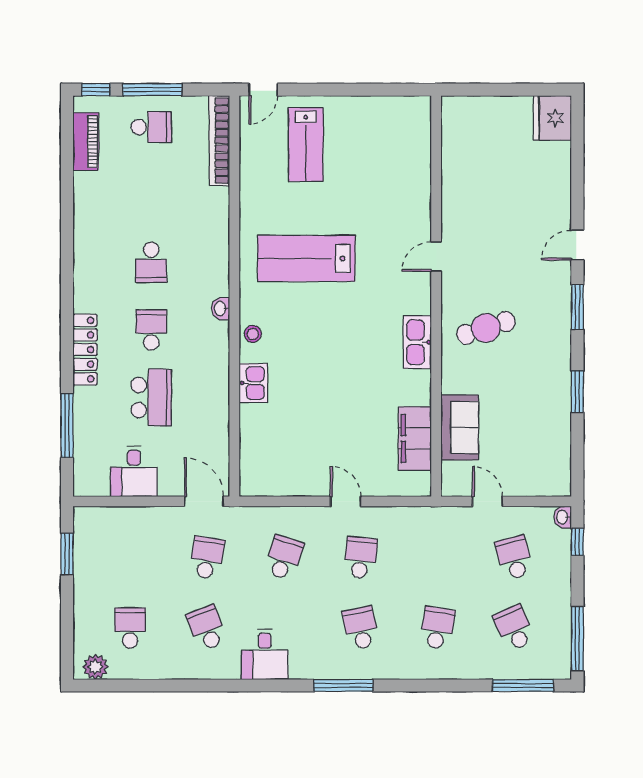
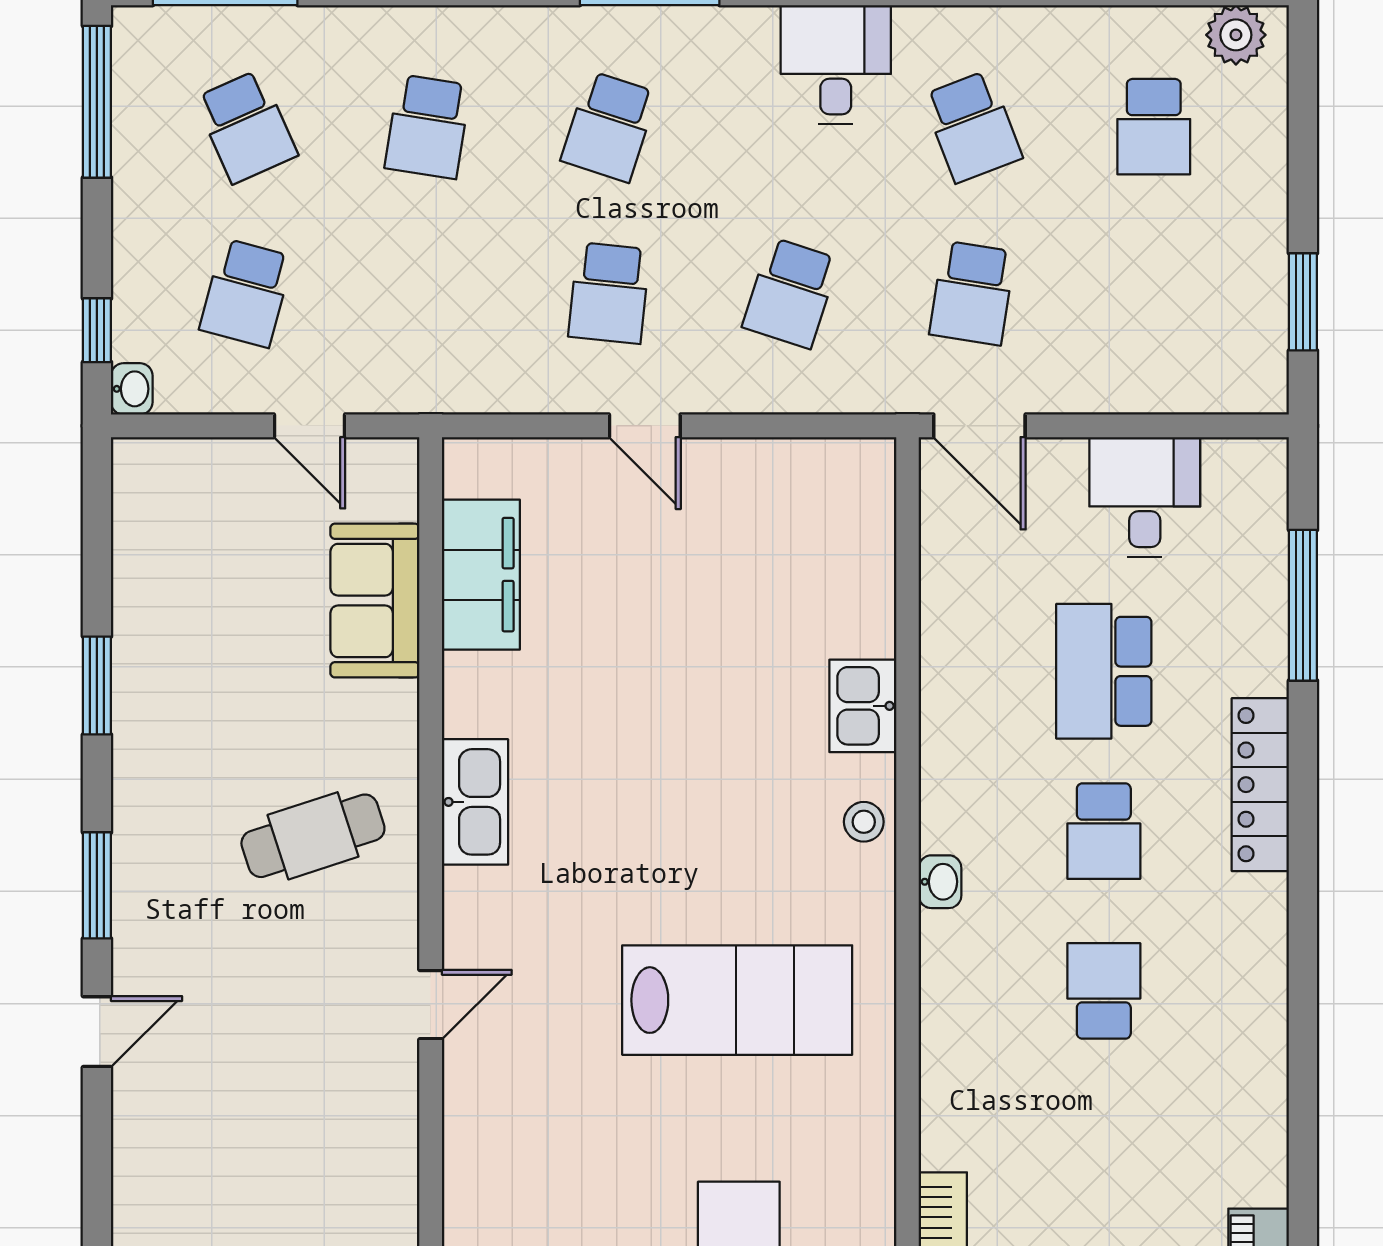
school desk: (514, 558) -> (246, 293), turned 30
school desk: (361, 628) -> (609, 127), turned 30

